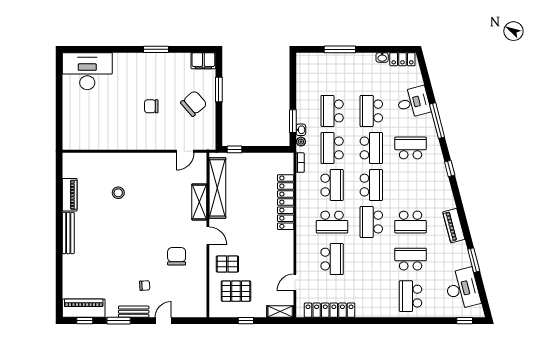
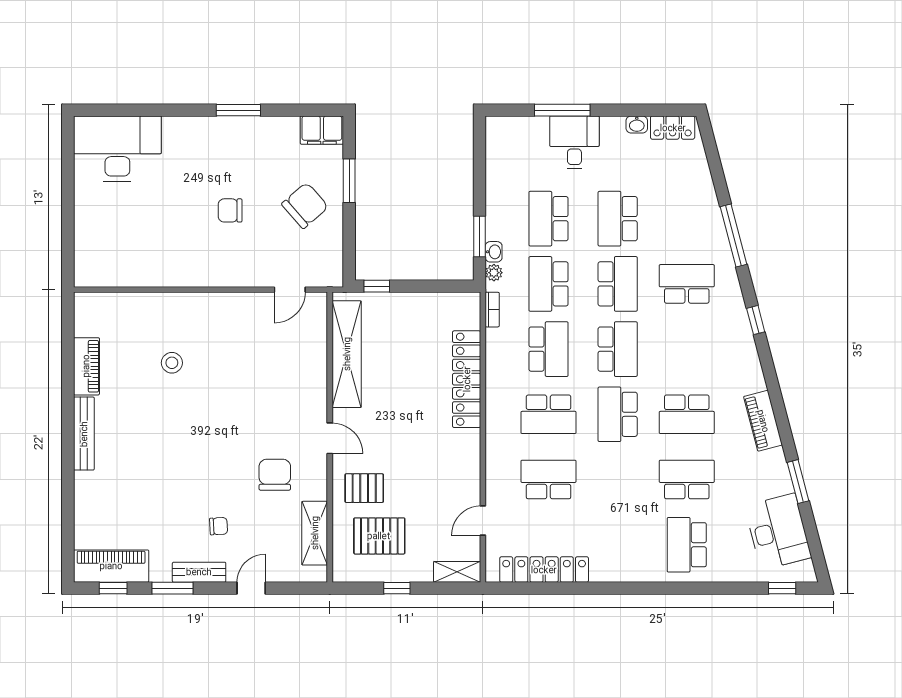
desk: (413, 102) -> (574, 142), moved, turned -75
shelving: (199, 202) -> (315, 533), moved
school desk: (332, 259) -> (549, 480), turned -90

